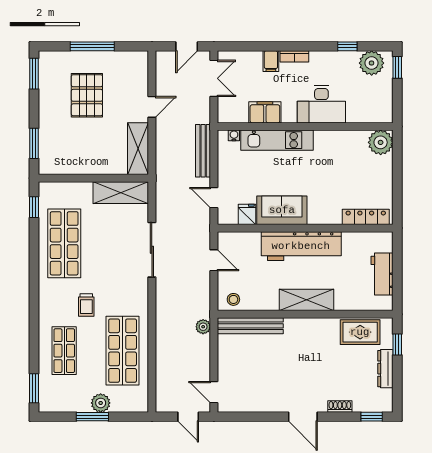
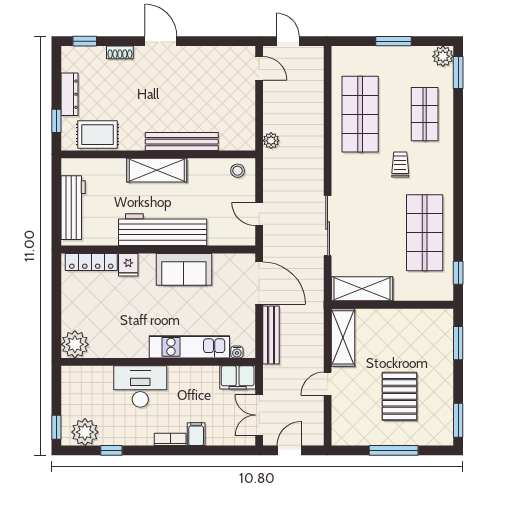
filing cabinet: (265, 112) -> (238, 377), moved
door: (214, 198) -> (259, 283), width x1.87
fridge: (247, 214) -> (128, 265), moved
workbench: (382, 274) -> (73, 208), width x1.37
bench: (250, 326) -> (182, 142), moved
plant: (101, 403) -> (443, 56), moved

